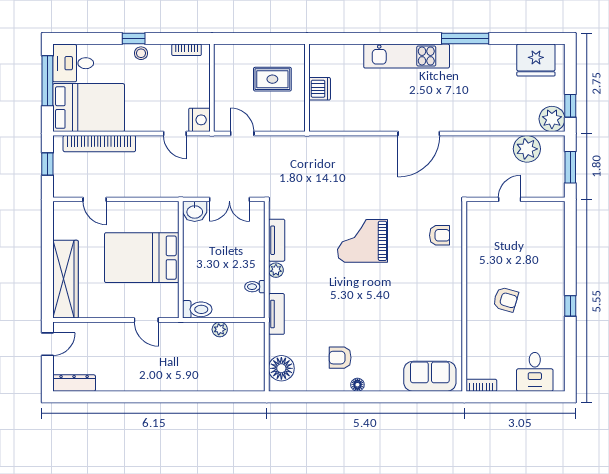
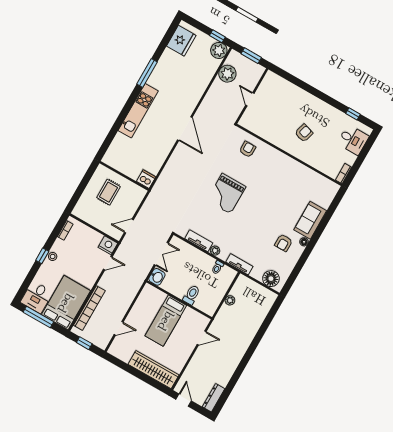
dishwasher: (320, 89) -> (146, 179), moved
bed: (142, 258) -> (166, 321), width x0.67
window: (570, 306) -> (353, 114), moved
toilet: (197, 309) -> (192, 295), moved
sofa: (430, 376) -> (310, 220), moved

